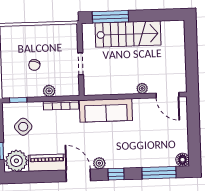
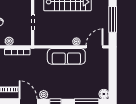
window: (191, 56) -> (113, 19), added
door: (168, 95) -> (95, 47), swing flipped
sofa: (106, 110) -> (66, 56), moved

